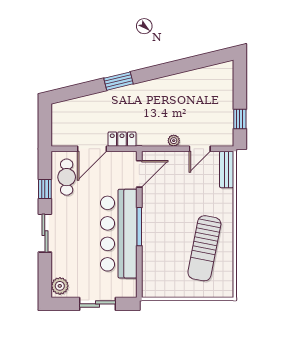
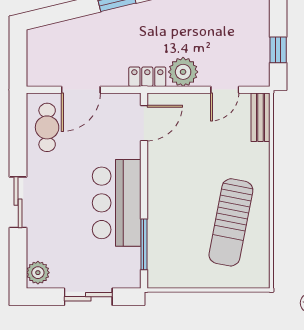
locker: (122, 139) -> (147, 77), moved
plant: (174, 141) -> (183, 72), width x1.88, depth x1.88
window: (45, 189) -> (18, 143), removed
window: (139, 227) -> (144, 244), moved
bar counter: (119, 234) -> (117, 203), width x0.73

